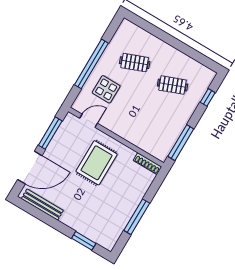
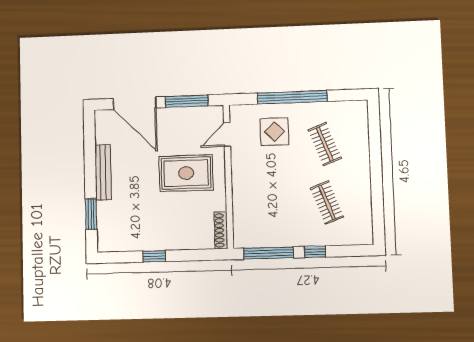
window: (208, 97) -> (315, 252), moved
door: (89, 121) -> (227, 135), swing flipped
bench: (42, 205) -> (103, 172), moved
window: (137, 217) -> (154, 256), width x0.46

